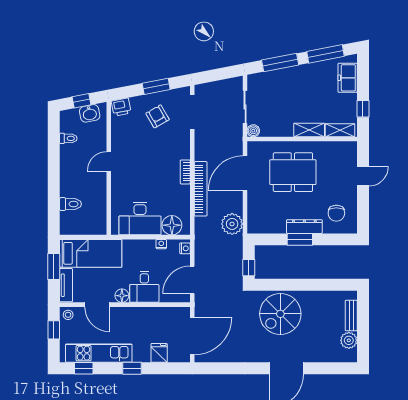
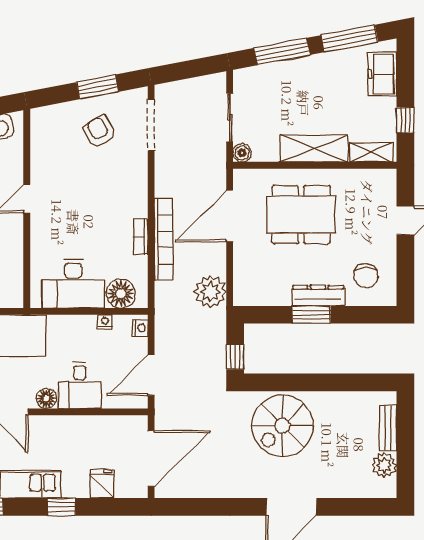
printer: (121, 107) -> (45, 118), removed
shelving: (309, 130) -> (314, 148), width x1.50, depth x1.33
bookcase: (185, 172) -> (141, 237), moved

